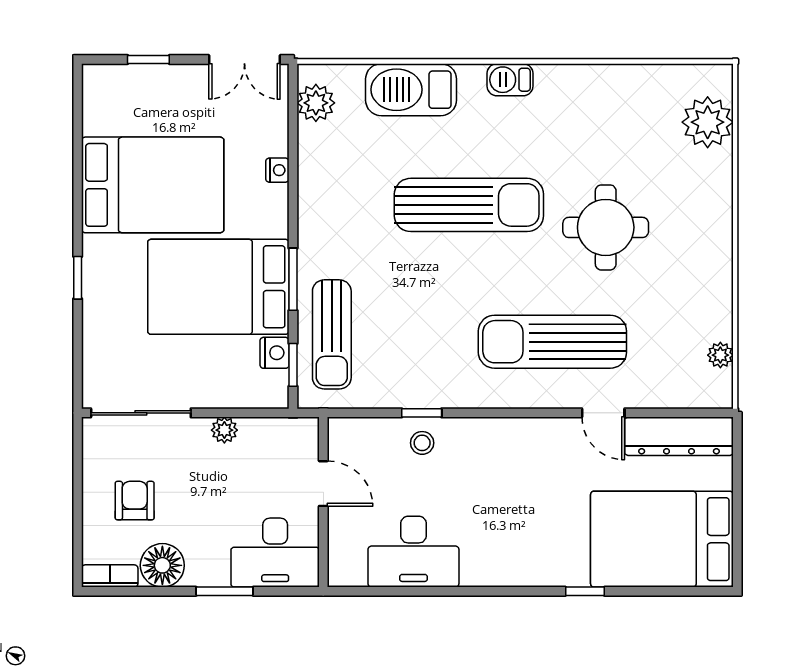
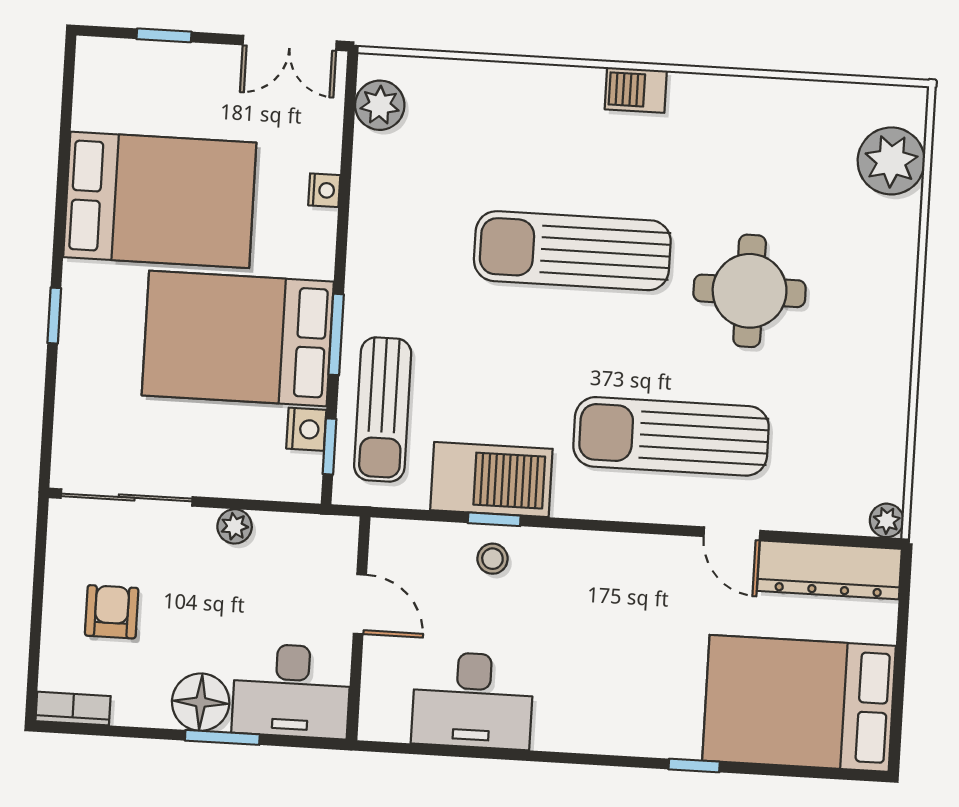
barbecue: (411, 90) -> (491, 480), moved, turned 180
sun lounger: (469, 205) -> (572, 251), turned 180
plant: (720, 355) -> (887, 520), moved
floor lamp: (162, 565) -> (201, 702), moved

